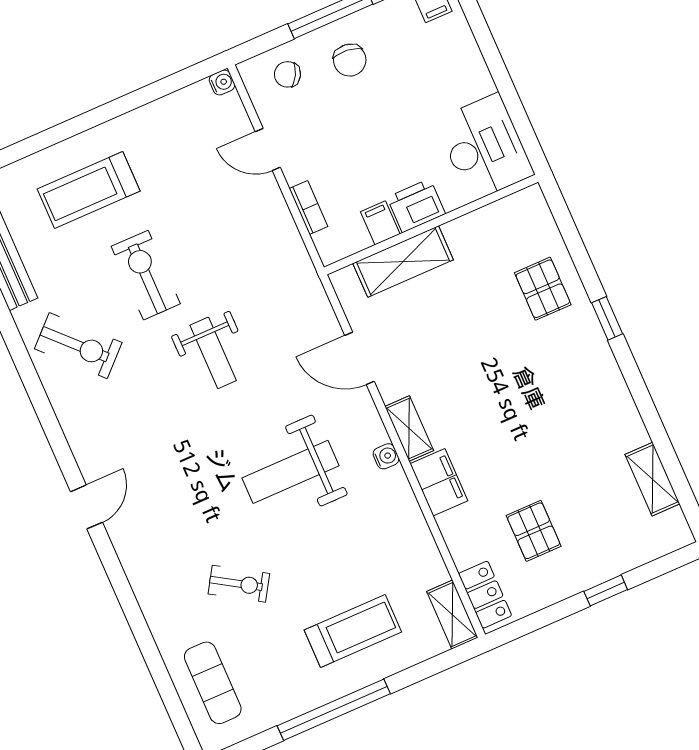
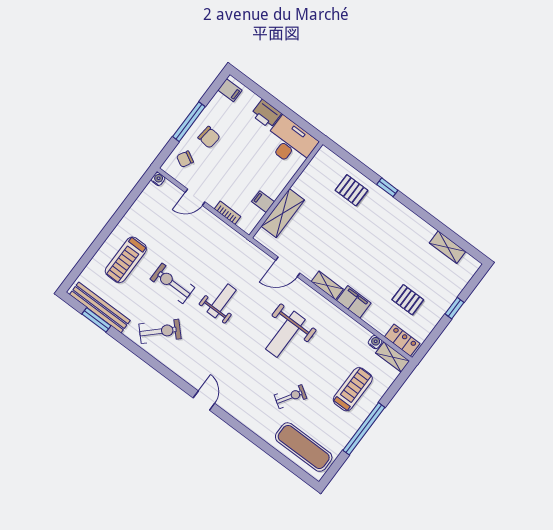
printer: (416, 206) -> (266, 114), moved, turned -90
weight bench: (213, 353) -> (222, 301), turned -90
water cooler: (386, 456) -> (375, 342), moved
exercise mat: (213, 683) -> (304, 447), width x1.36, depth x1.45

